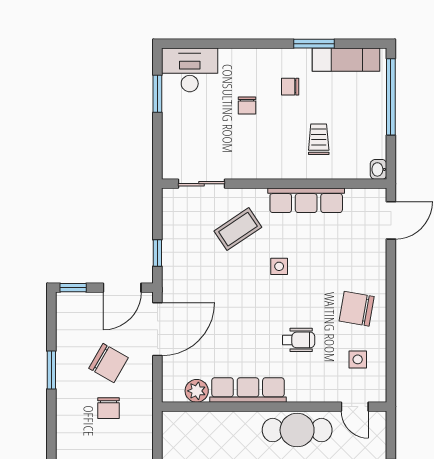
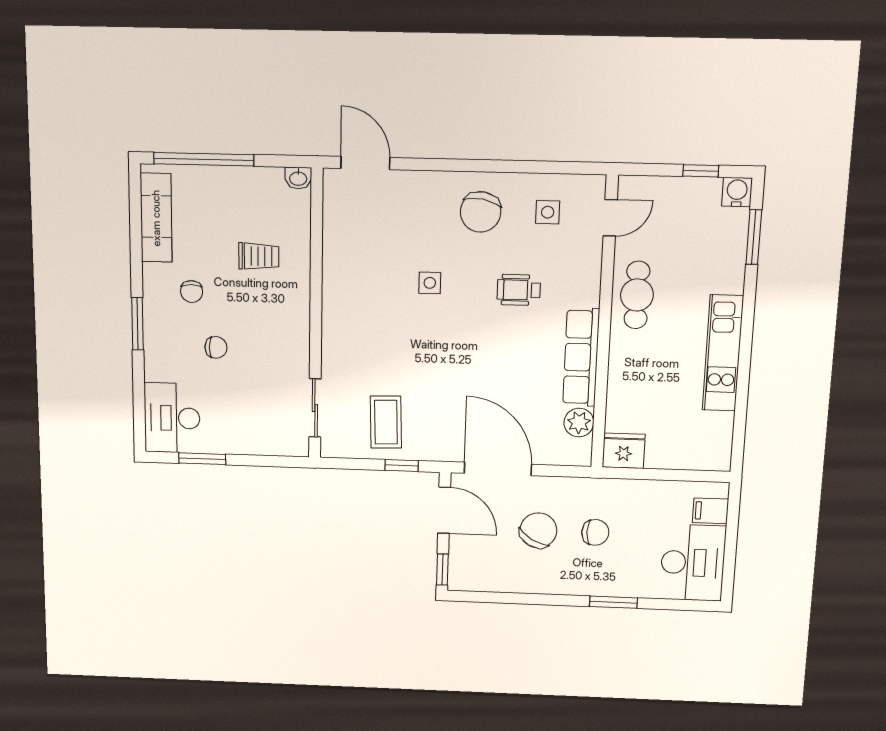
window: (314, 44) -> (138, 324), moved
trolley: (319, 139) -> (259, 256), turned 180
row of seats: (306, 200) -> (338, 275), removed
coffee table: (238, 229) -> (386, 422), moved, turned 32
side table: (279, 266) -> (430, 283), moved
wheelchair: (298, 340) -> (519, 290), turned -90
window: (51, 370) -> (613, 602), moved
fridge: (175, 427) -> (624, 451), added
cafe table: (297, 430) -> (637, 295), width x0.73, depth x0.74

